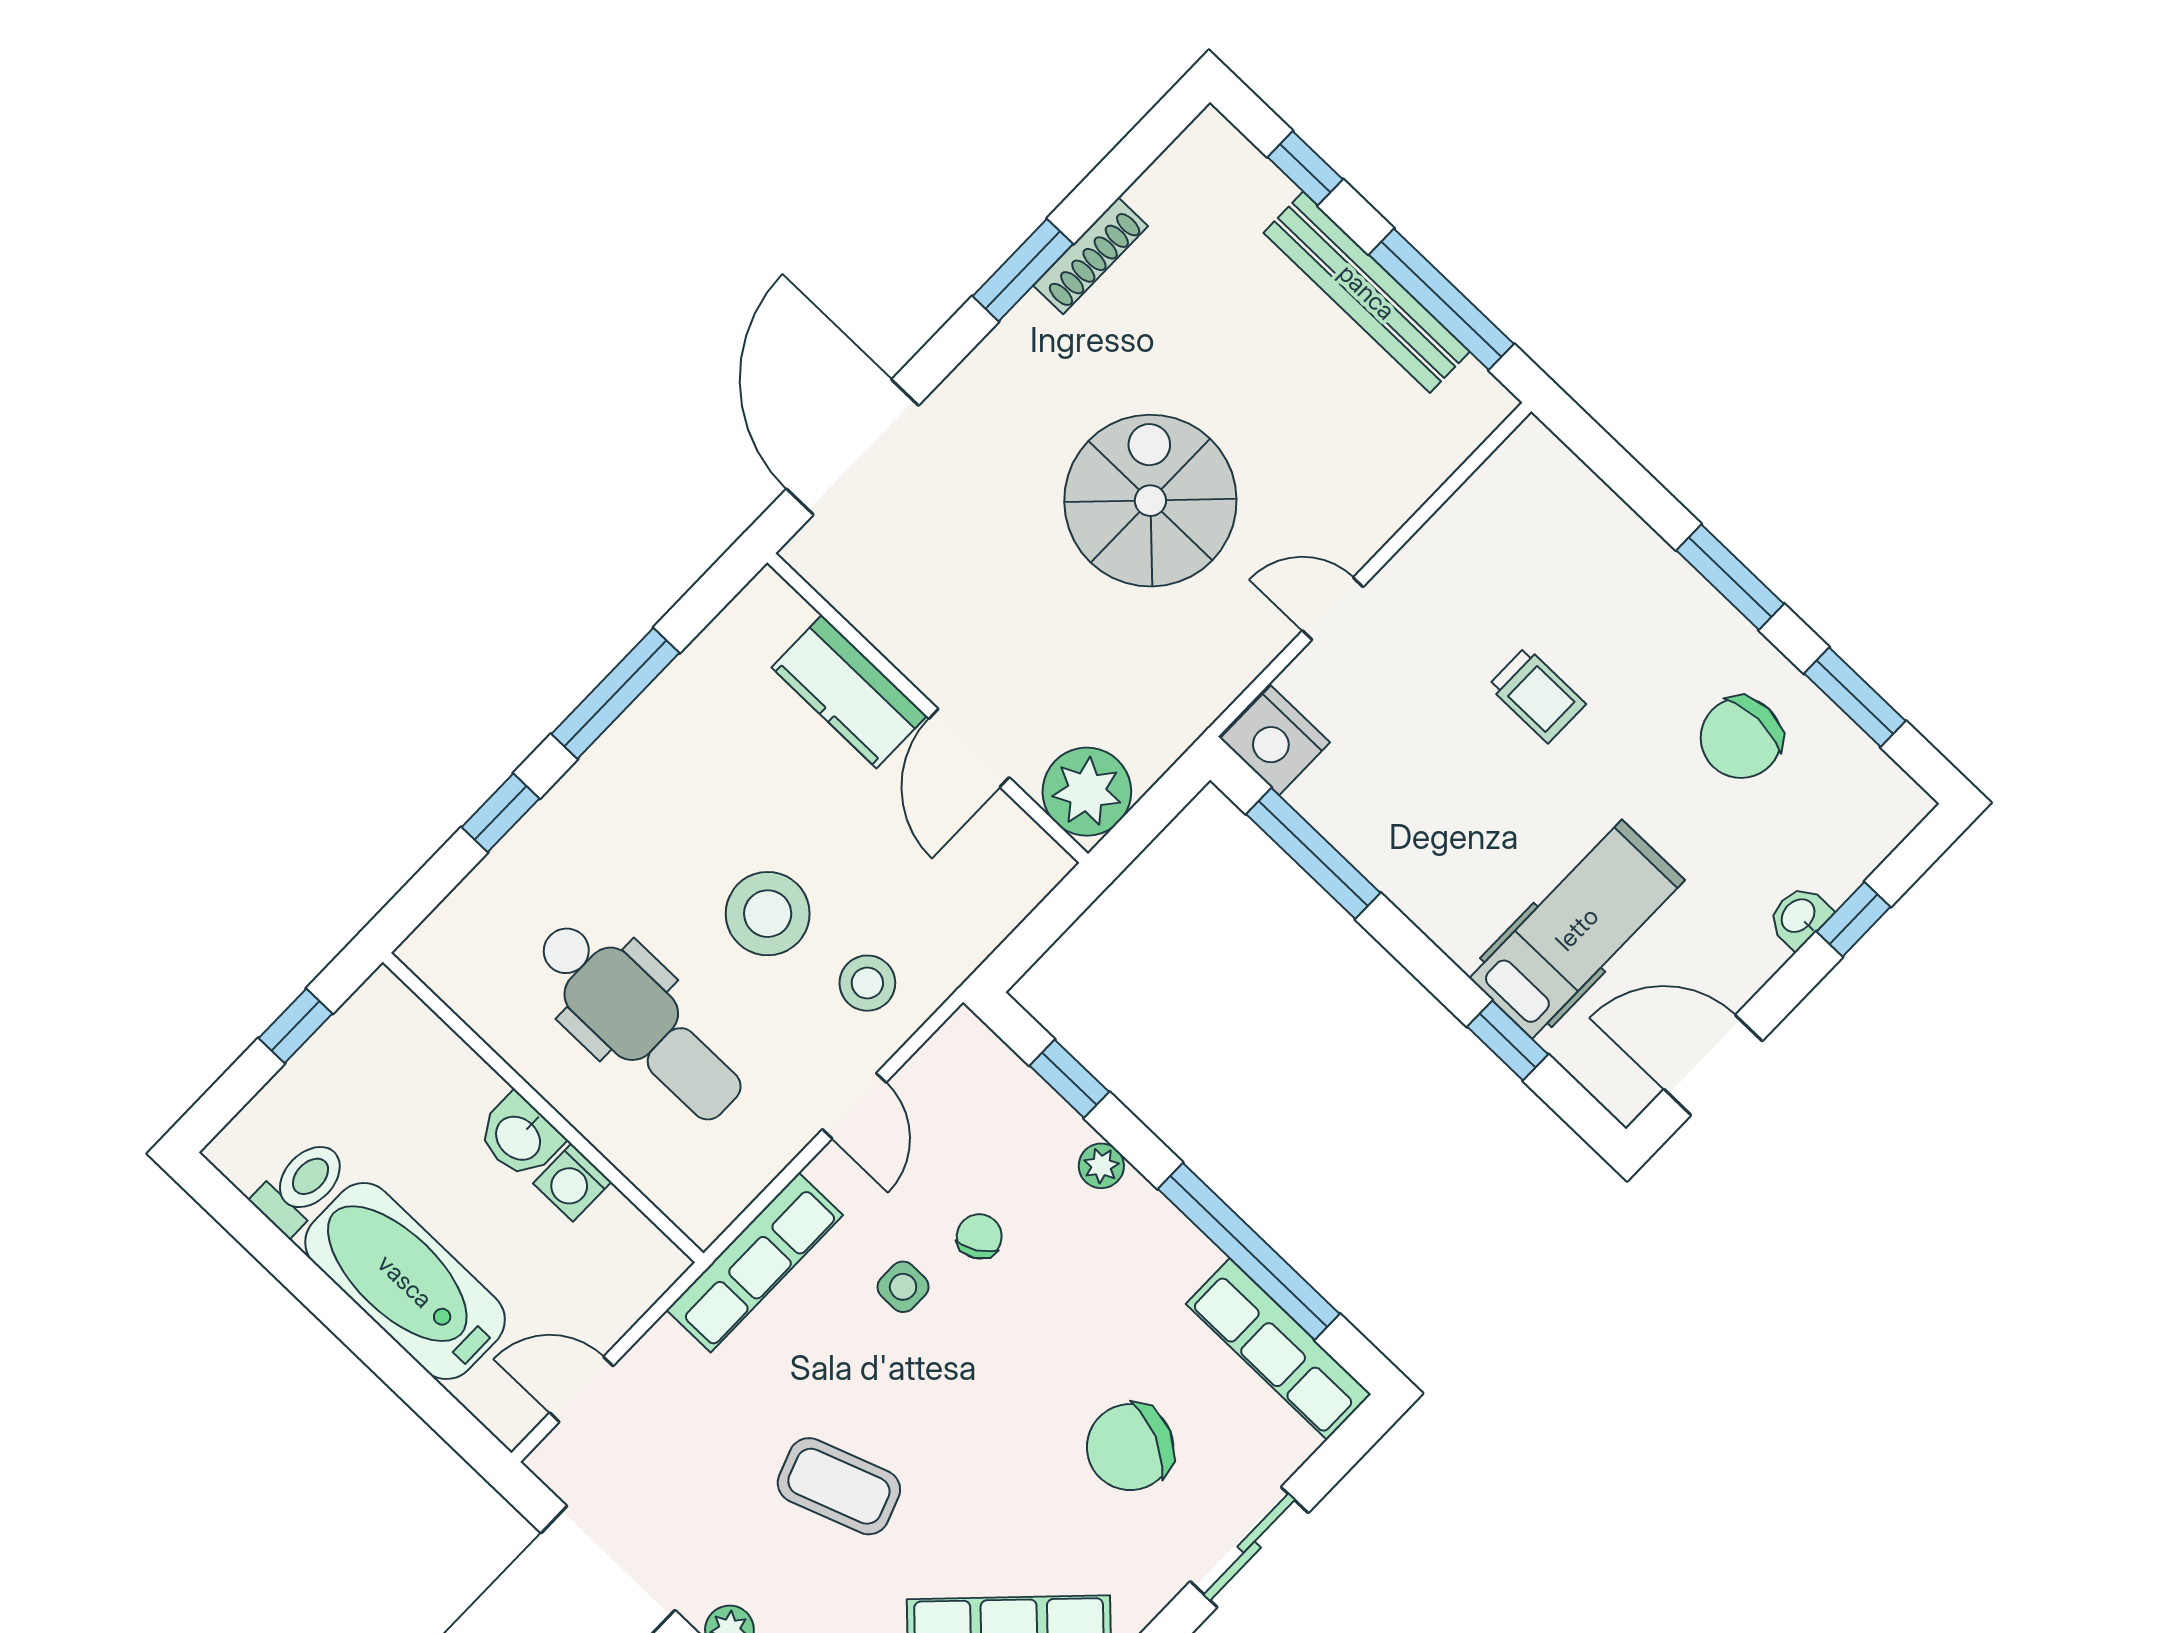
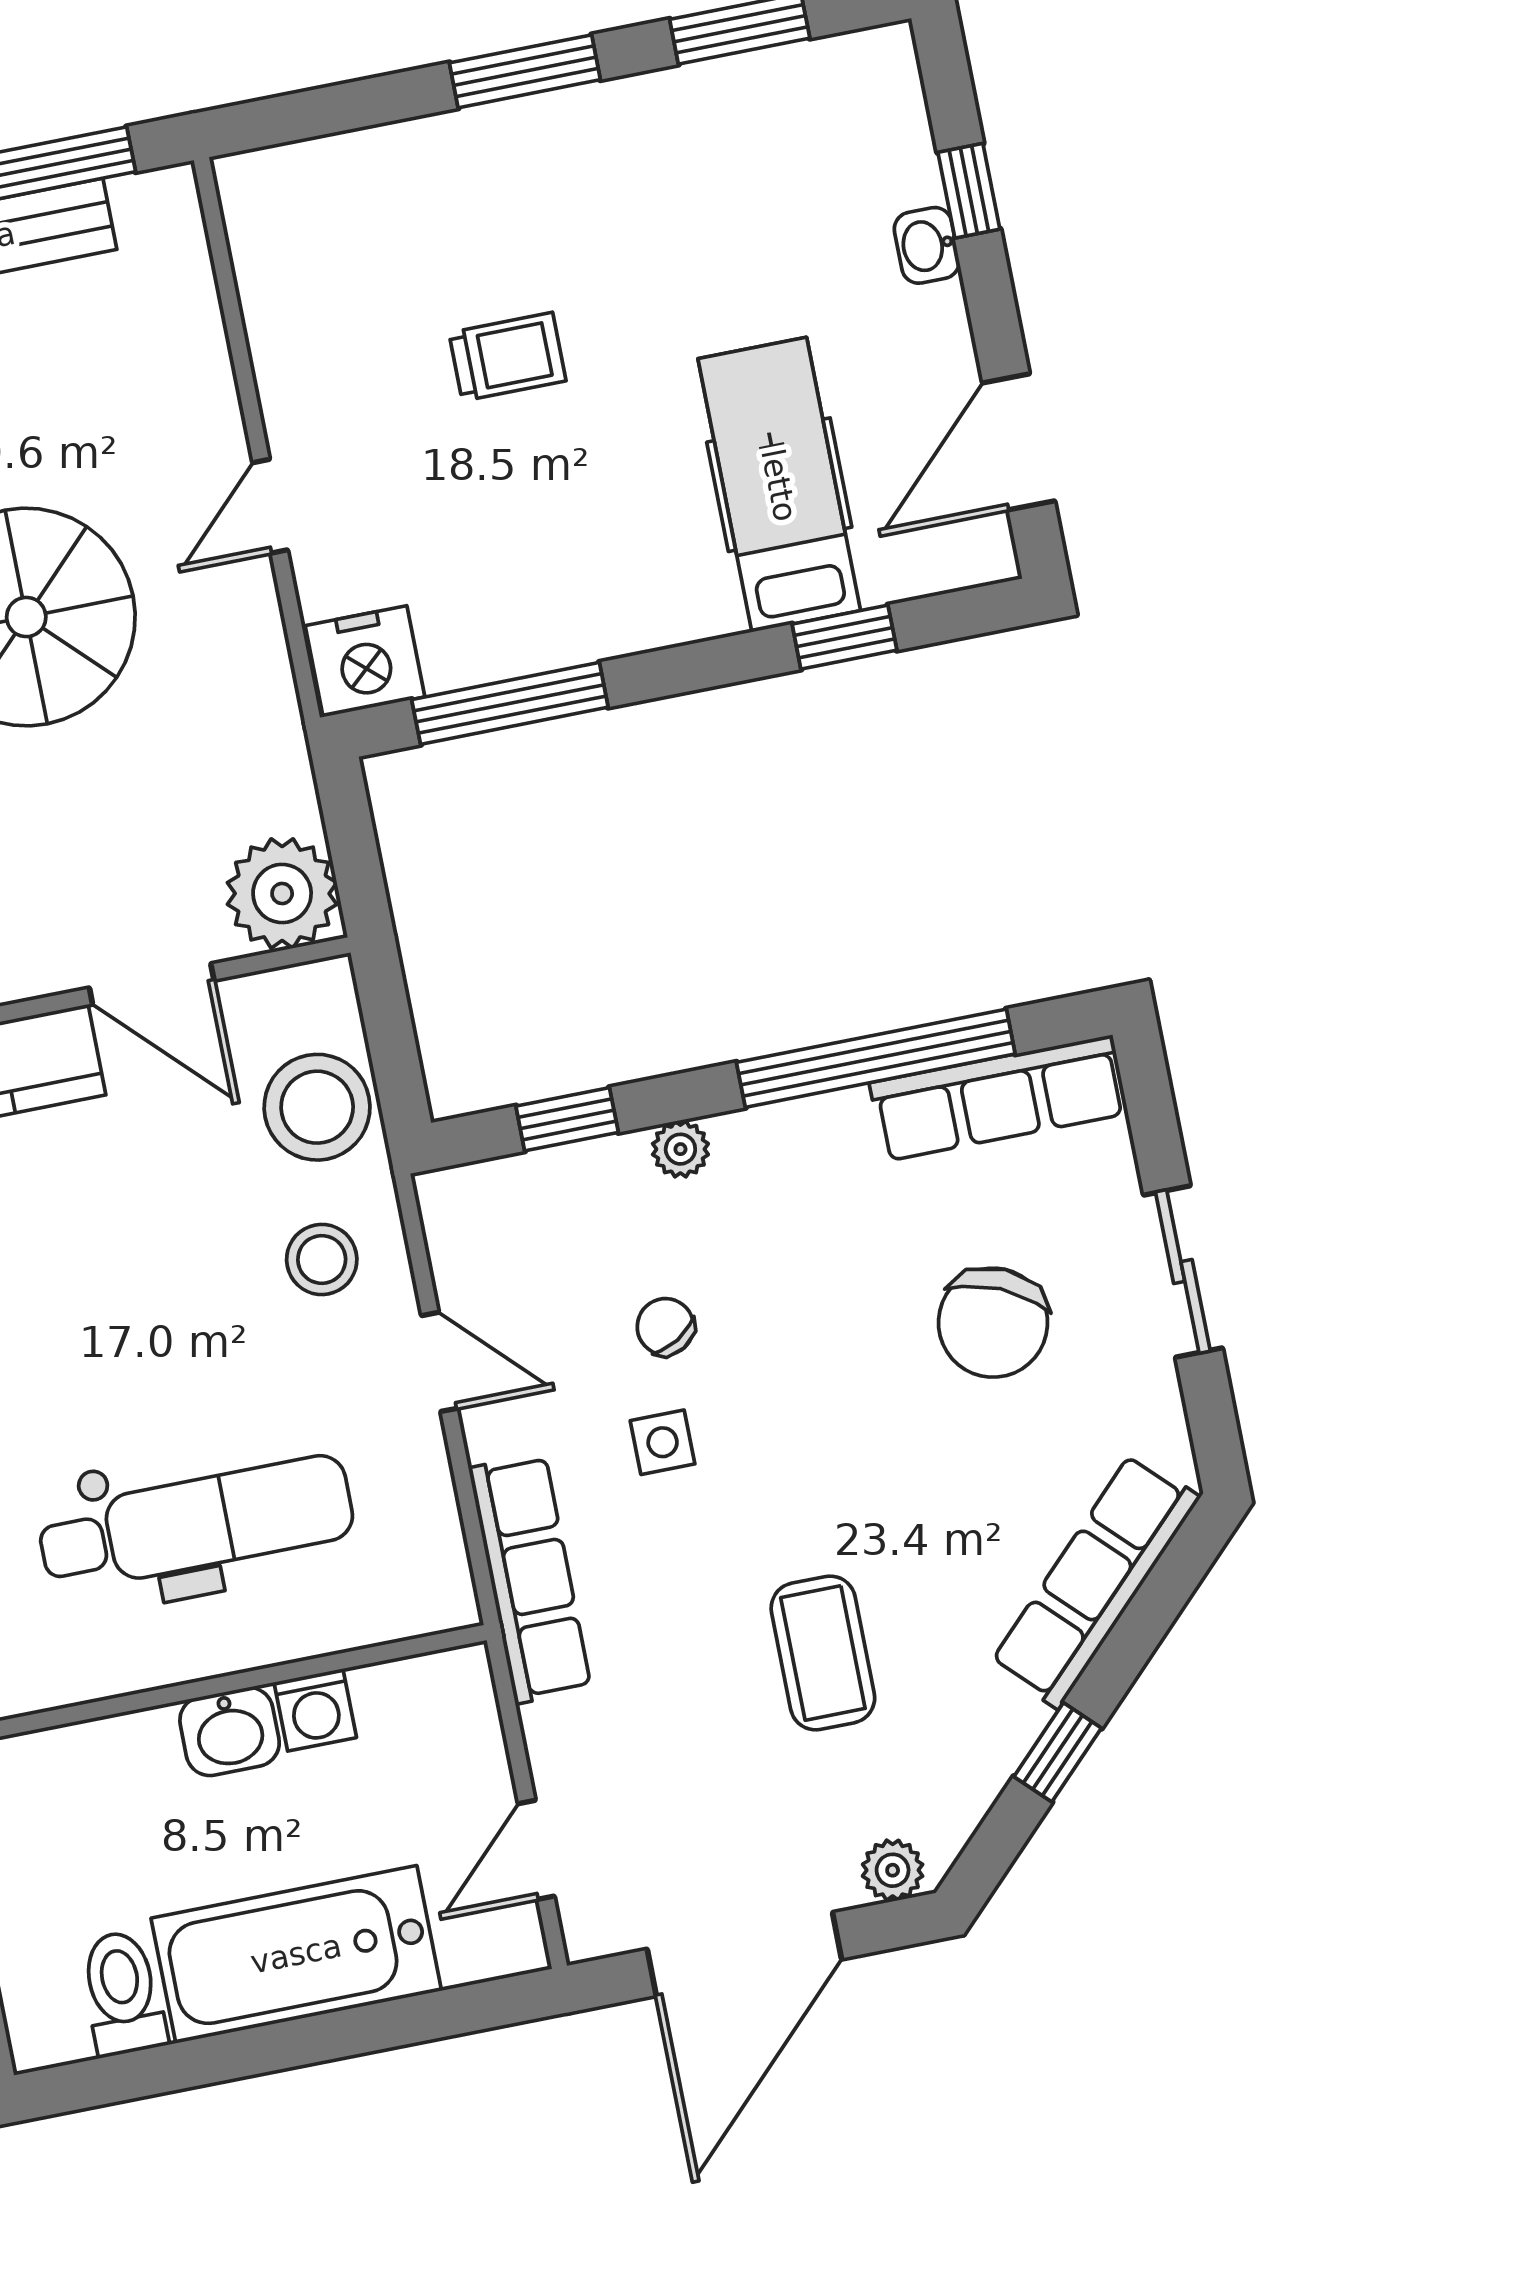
chair: (1741, 738) -> (699, 176), removed
stool: (768, 914) -> (317, 1107), moved
coffee table: (839, 1486) -> (823, 1653), turned -70

